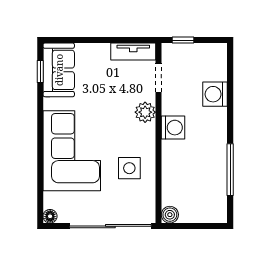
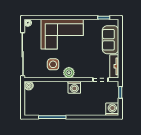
sofa: (59, 70) -> (111, 40), moved, turned 90
washing machine: (215, 94) -> (112, 109), moved
plant: (145, 112) -> (69, 73), moved

